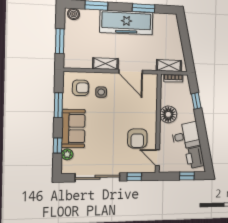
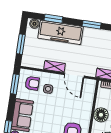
freezer: (126, 22) -> (61, 32), moved
window: (58, 105) -> (15, 84), moved

